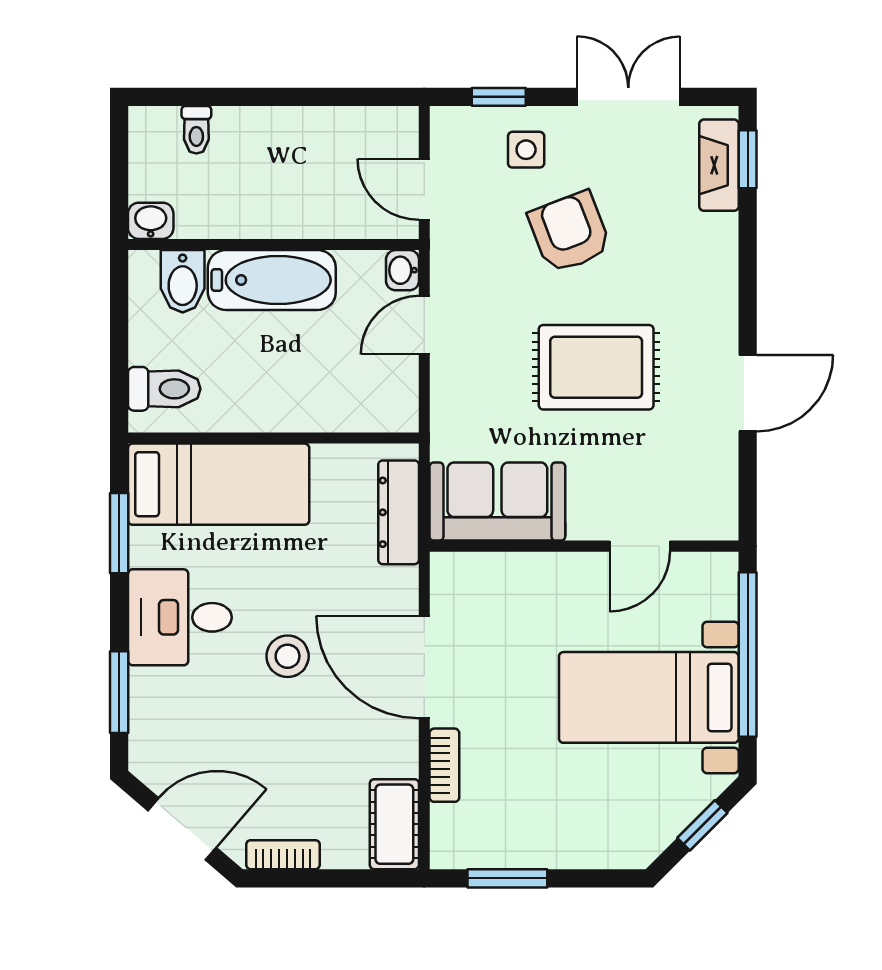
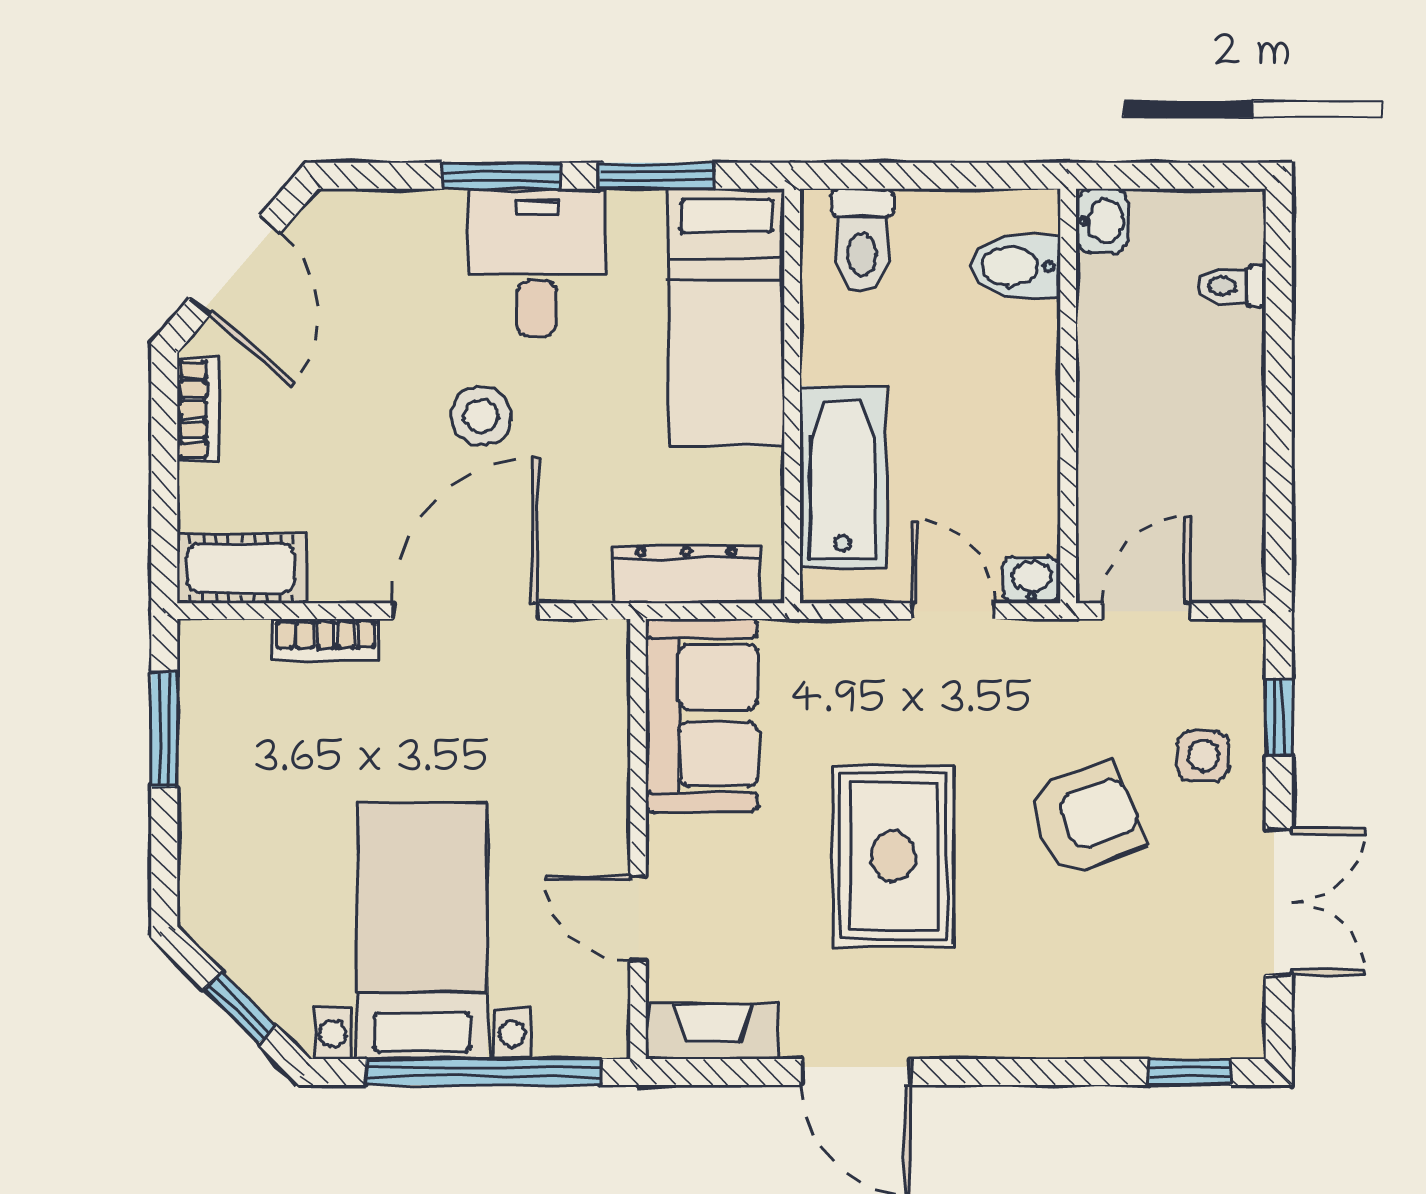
fireplace: (719, 165) -> (713, 1031), moved
bathtub: (272, 280) -> (843, 477), moved, turned 180
window: (119, 692) -> (502, 176), moved

